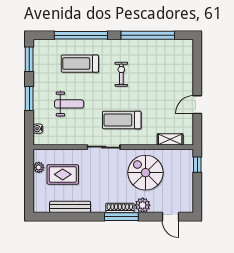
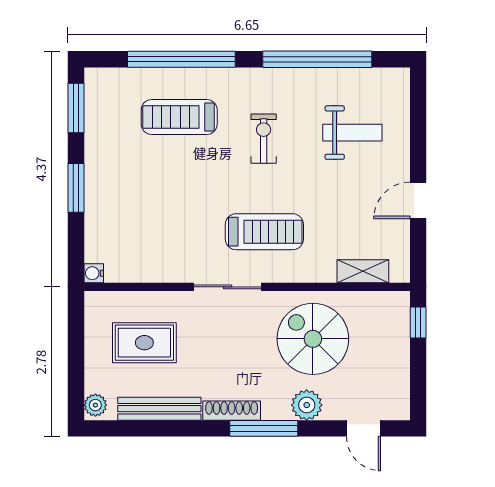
weight bench: (69, 104) -> (352, 133), moved
treadmill: (122, 120) -> (264, 232), turned 180
water cooler: (38, 129) -> (94, 273), moved
plant: (39, 167) -> (95, 405), moved
shoe rack: (120, 208) -> (232, 411), moved

